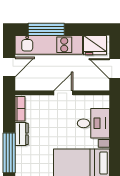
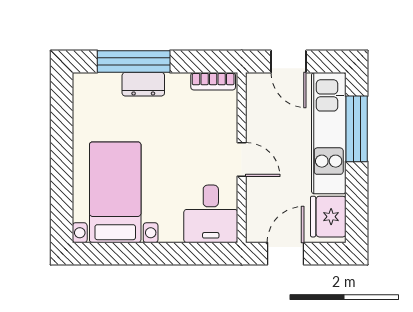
desk: (93, 123) -> (211, 214), moved
dresser: (22, 134) -> (143, 84), moved

